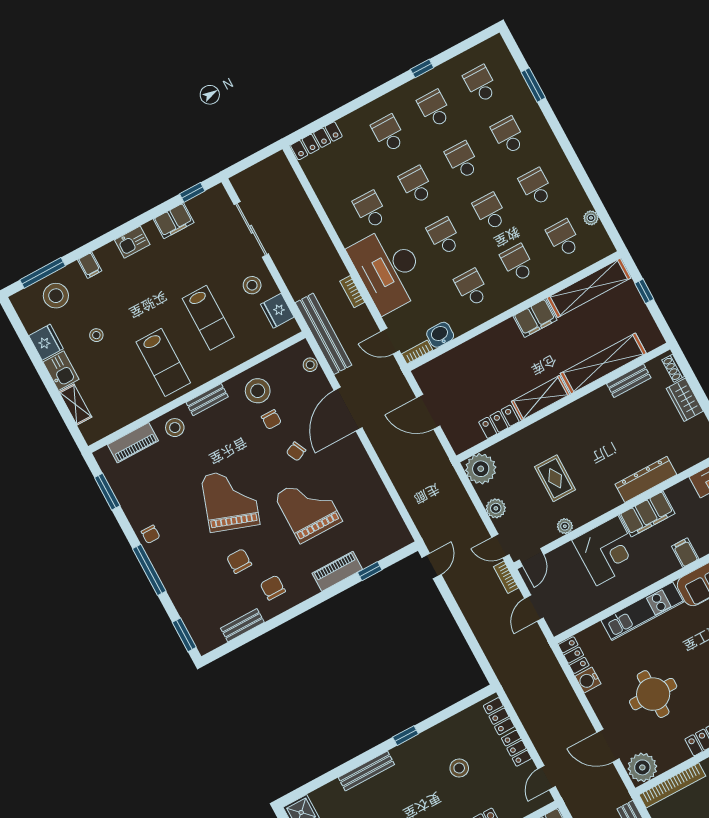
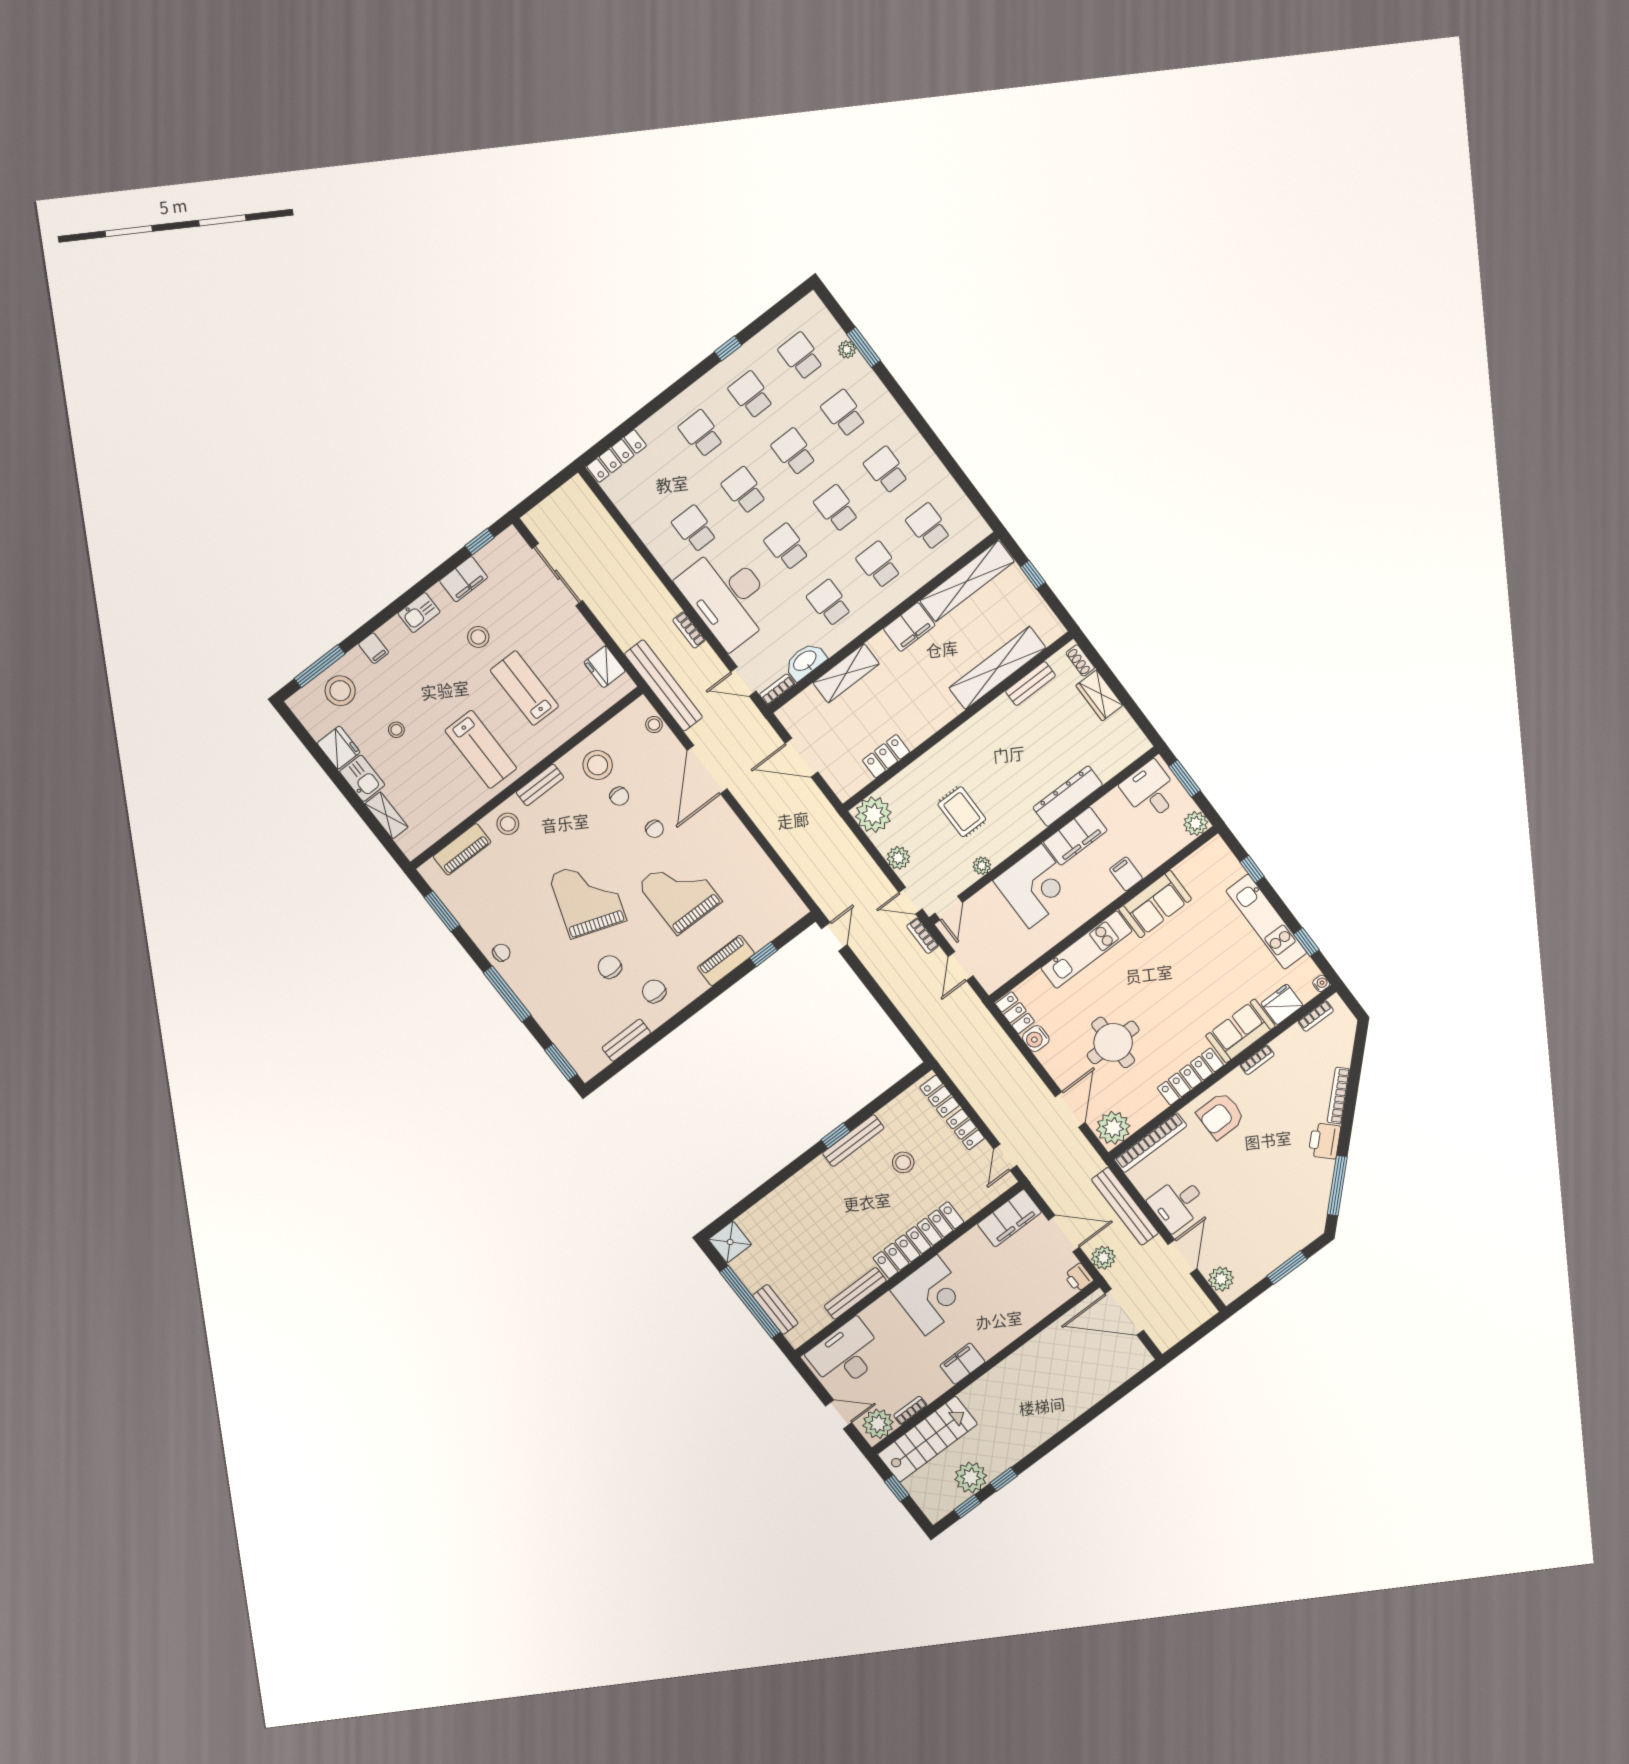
plant: (591, 218) -> (847, 350), moved
stool: (252, 285) -> (478, 637), moved
lab bench: (208, 318) -> (524, 688), turned 180
washbasin: (440, 335) -> (805, 661), width x1.38
shelving: (541, 398) -> (846, 673), moved
chair: (296, 451) -> (654, 829), turned -65
chair: (151, 534) -> (501, 953), turned -90
door: (608, 746) -> (1070, 1110), swing flipped
bench: (366, 771) -> (853, 1141), moved

